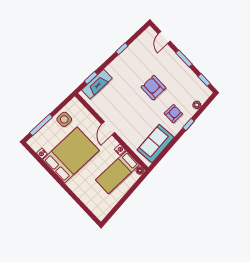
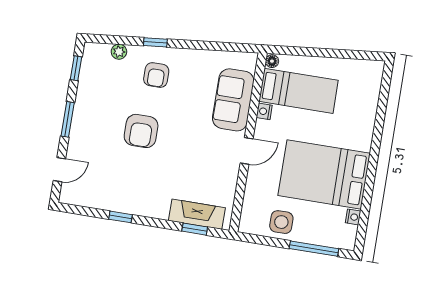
armchair: (173, 114) -> (156, 75), turned -90
sofa: (156, 144) -> (233, 100), moved, turned 96

